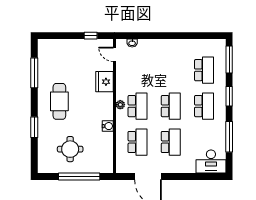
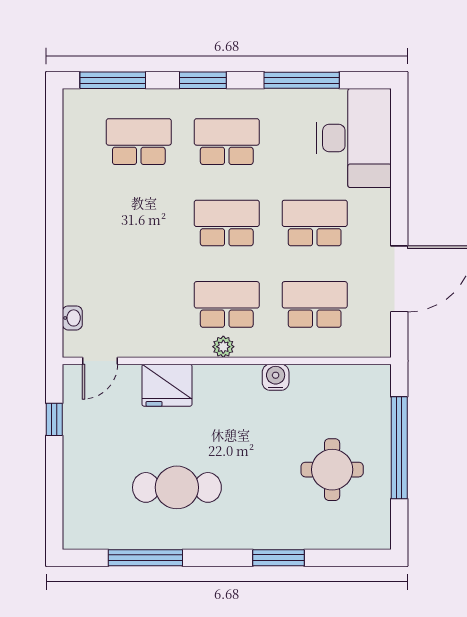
cafe table: (59, 101) -> (177, 487), moved
desk: (211, 162) -> (354, 138), width x1.36, depth x1.30

